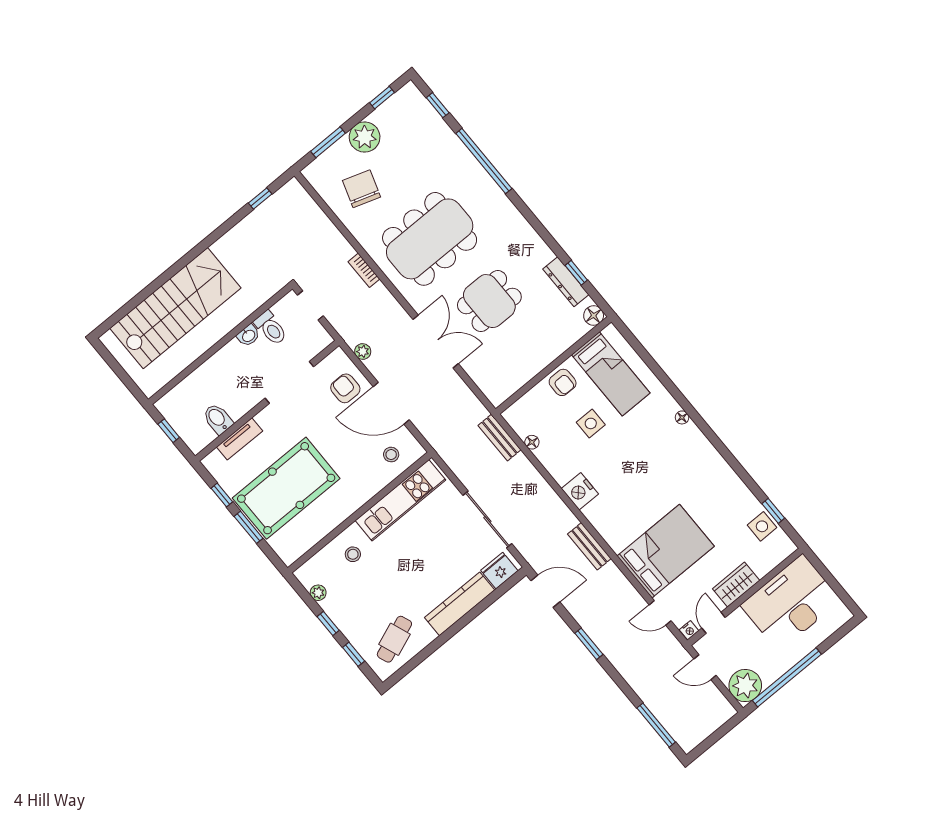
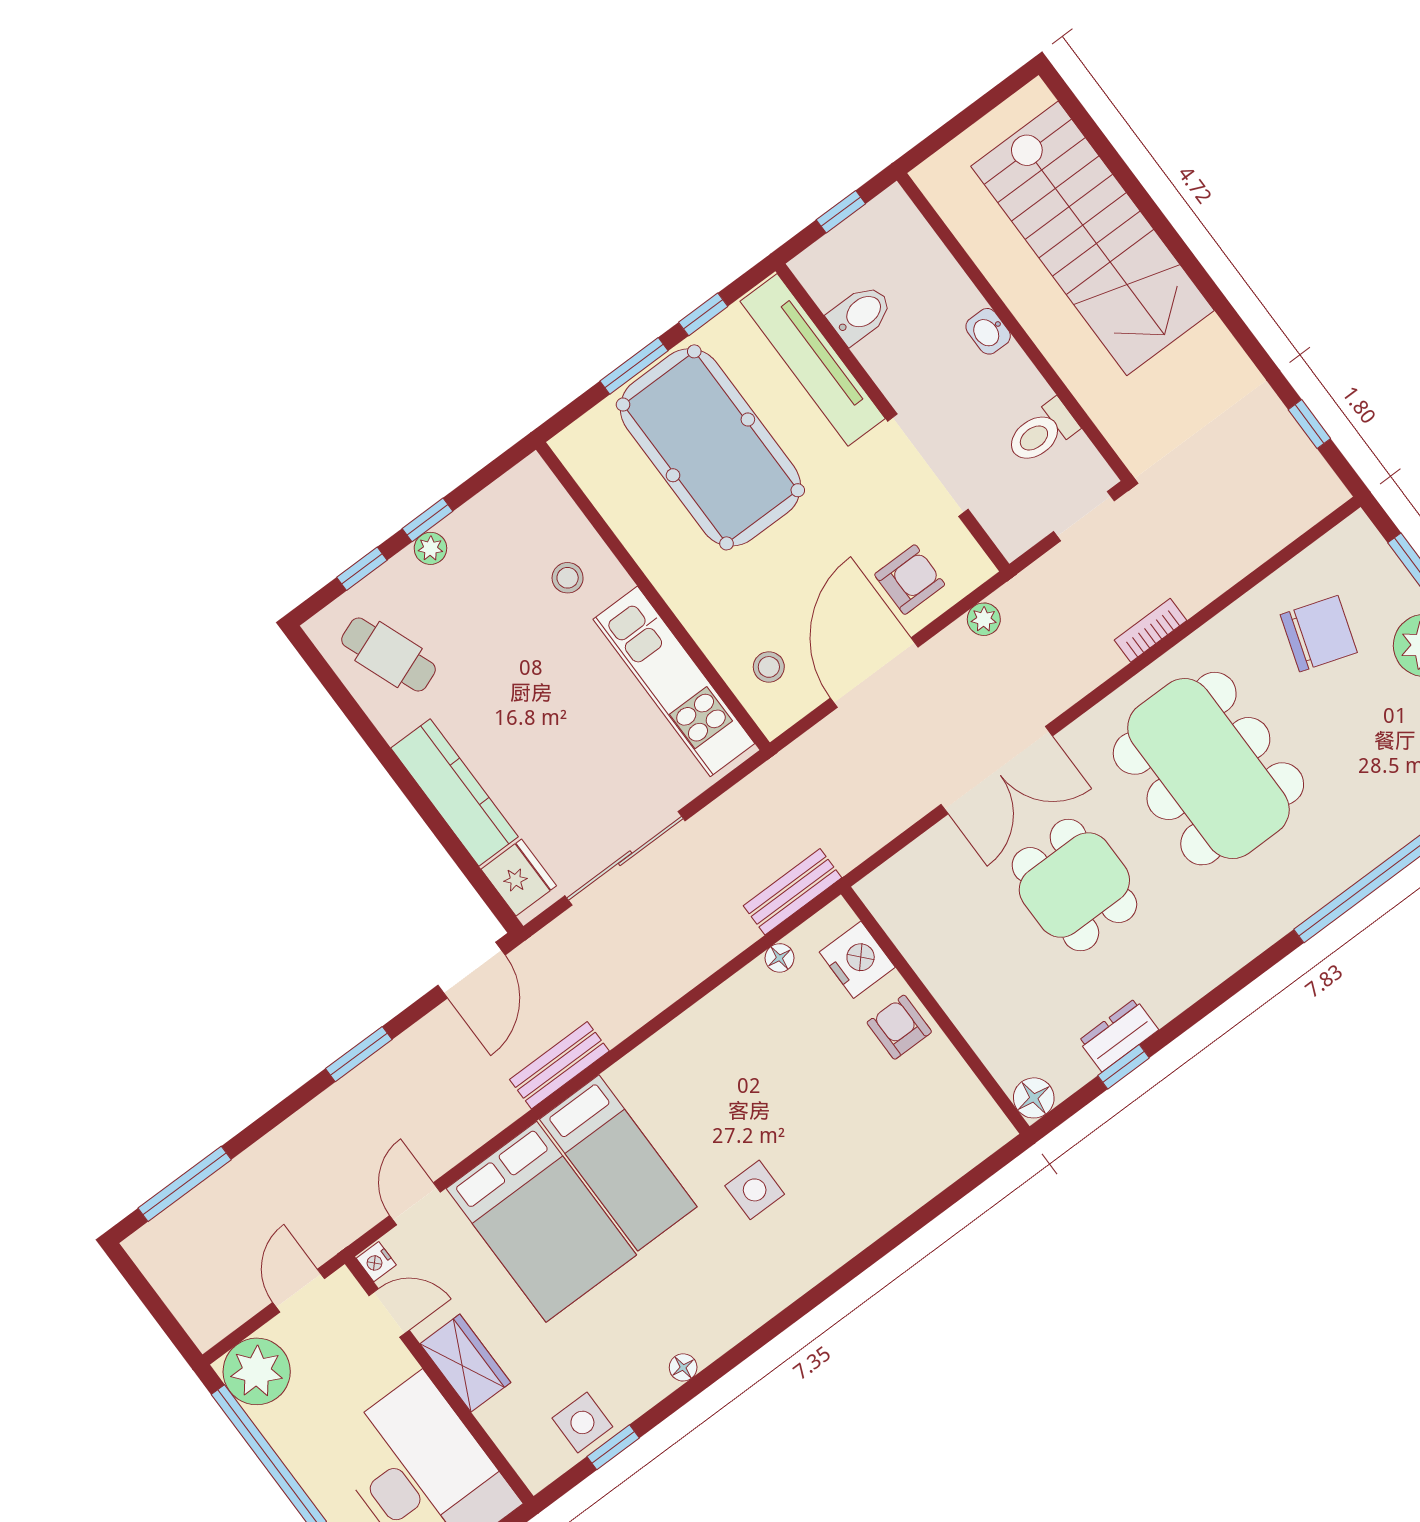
dresser: (566, 282) -> (1119, 1035), width x0.70
washbasin: (248, 335) -> (988, 331), moved
bed: (611, 374) -> (618, 1163), moved, turned -90
armchair: (563, 382) -> (899, 1027), turned 90
floor lamp: (682, 417) -> (683, 1367), moved
side table: (591, 423) -> (755, 1190), moved
tv unit: (240, 439) -> (813, 360), width x1.92, depth x1.29
nightstand: (580, 491) -> (857, 960), moved, turned 90
plant: (318, 593) -> (430, 548), moved

